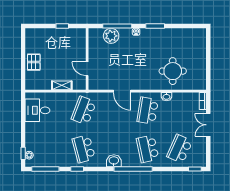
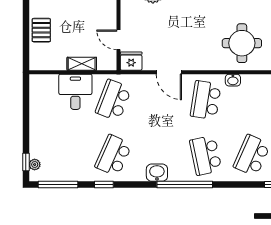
fridge: (96, 84) -> (131, 61), added
desk: (38, 110) -> (75, 92), moved, turned 90
school desk: (84, 149) -> (113, 155), turned 39

